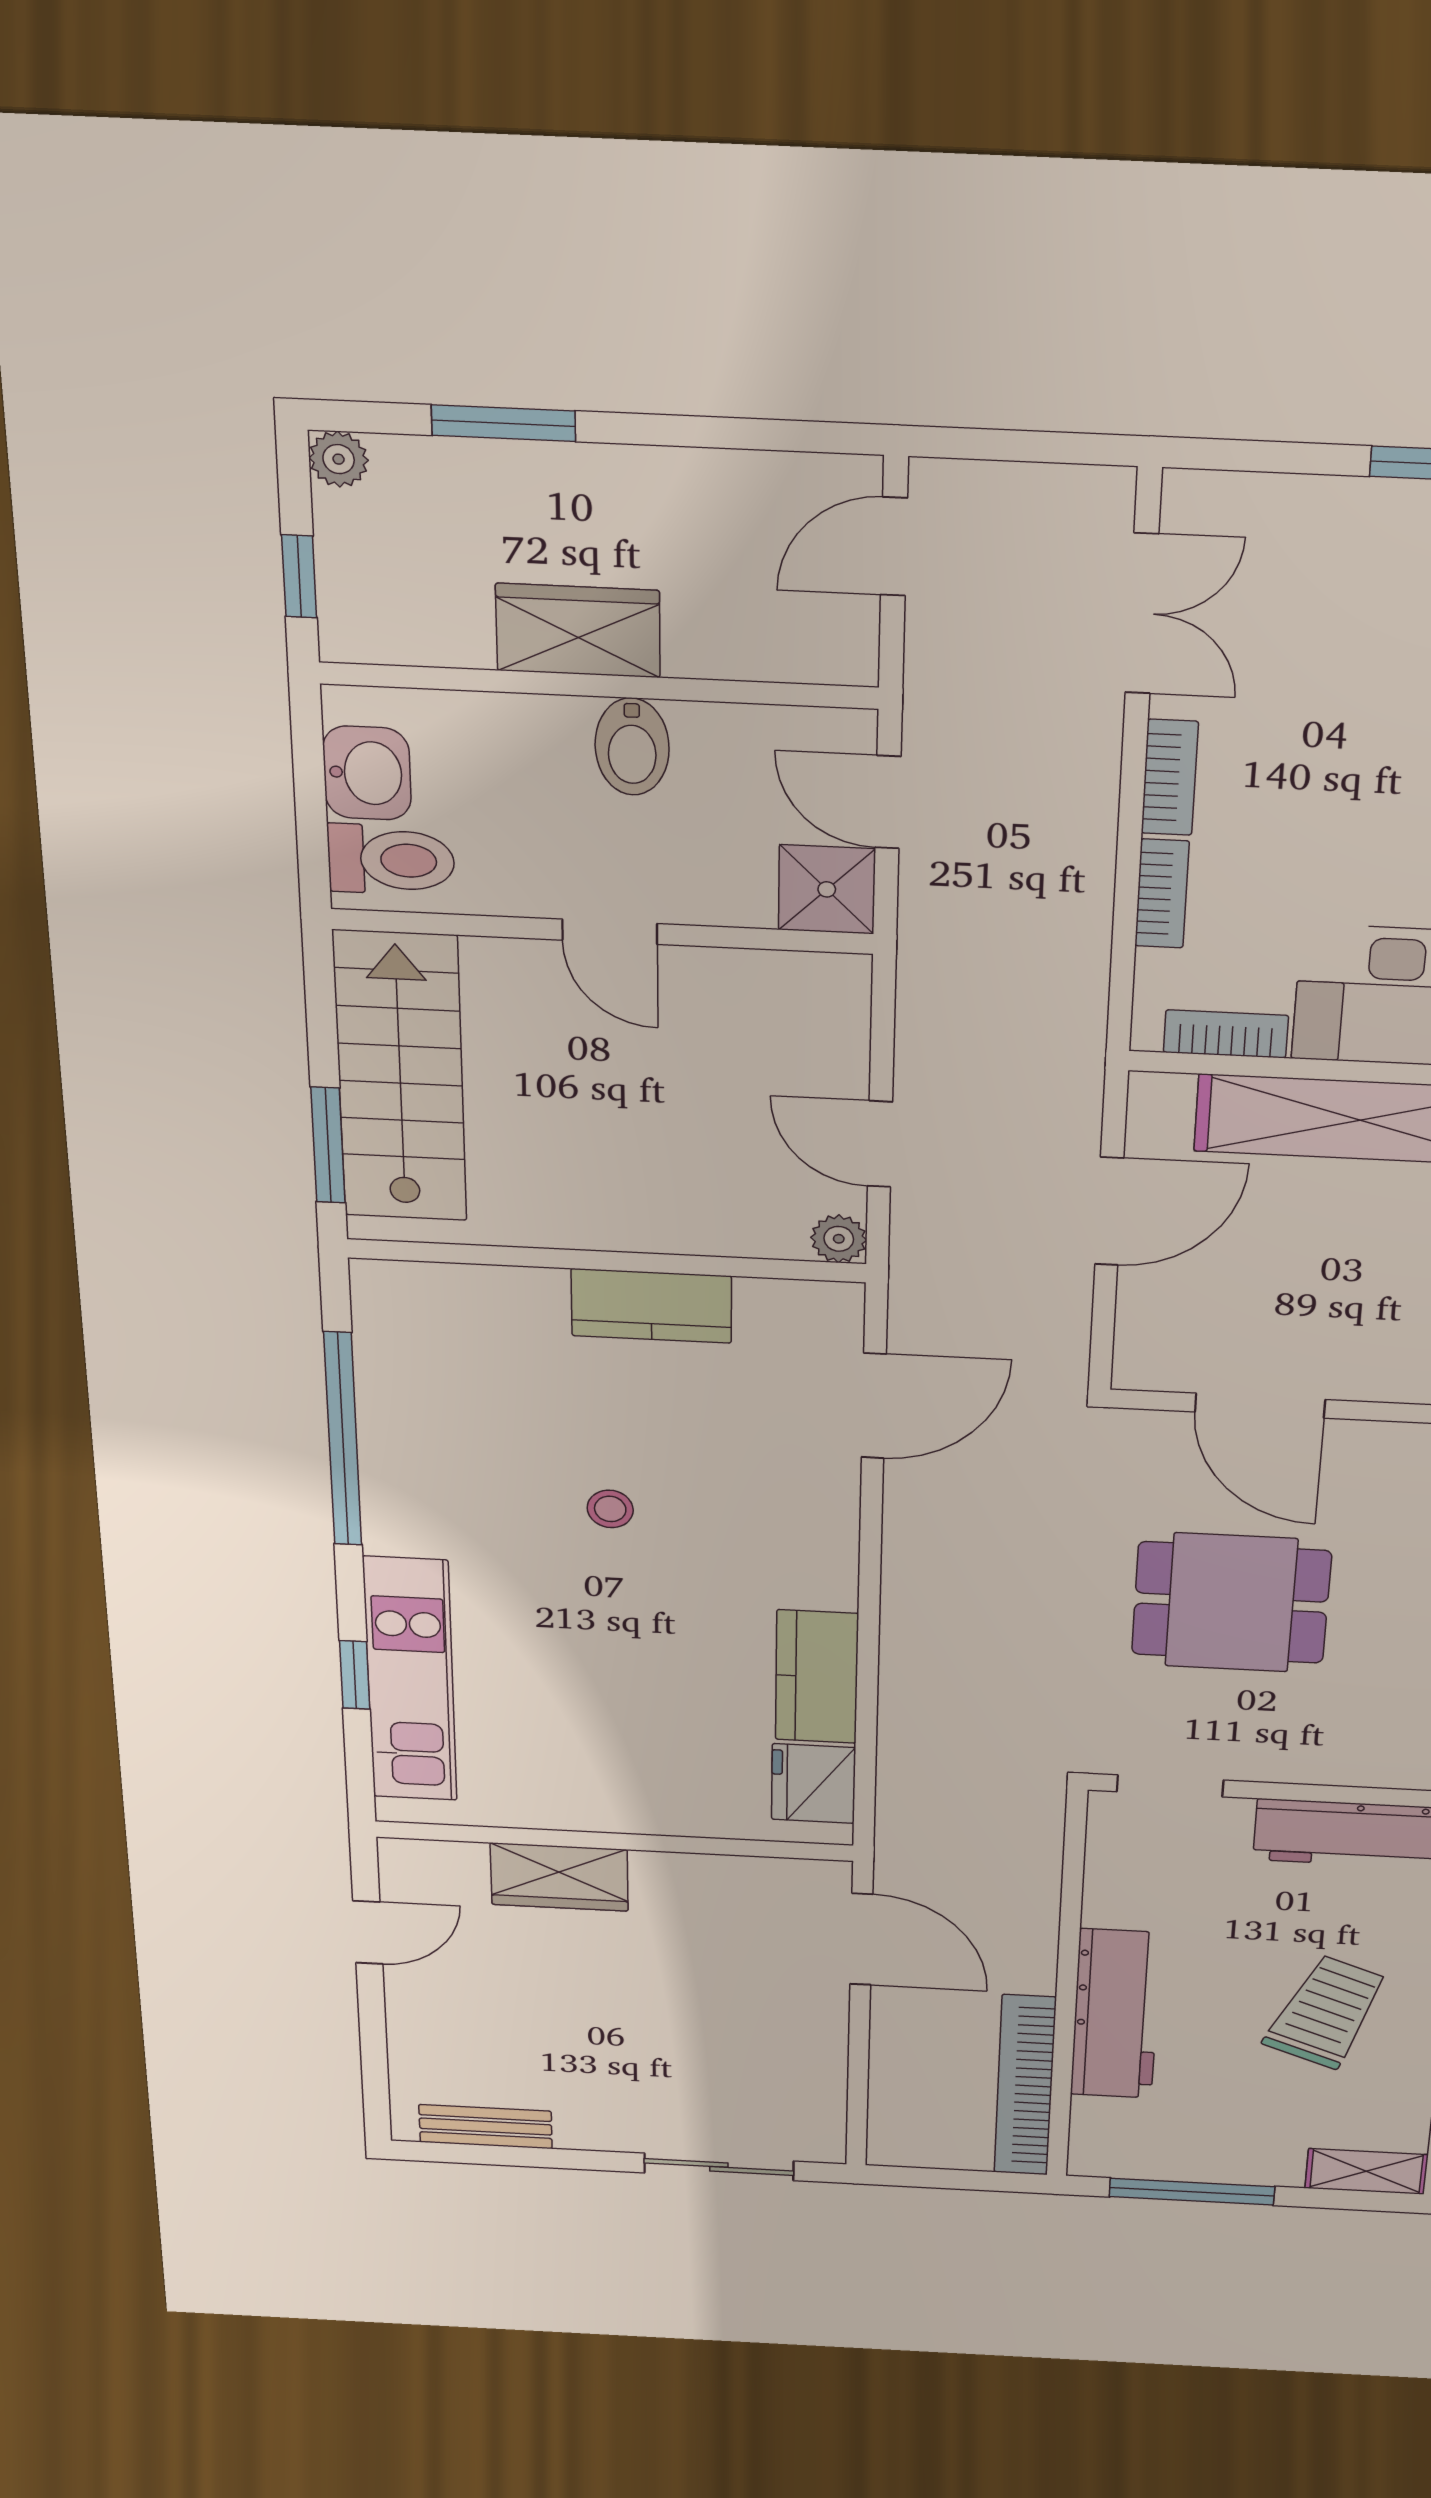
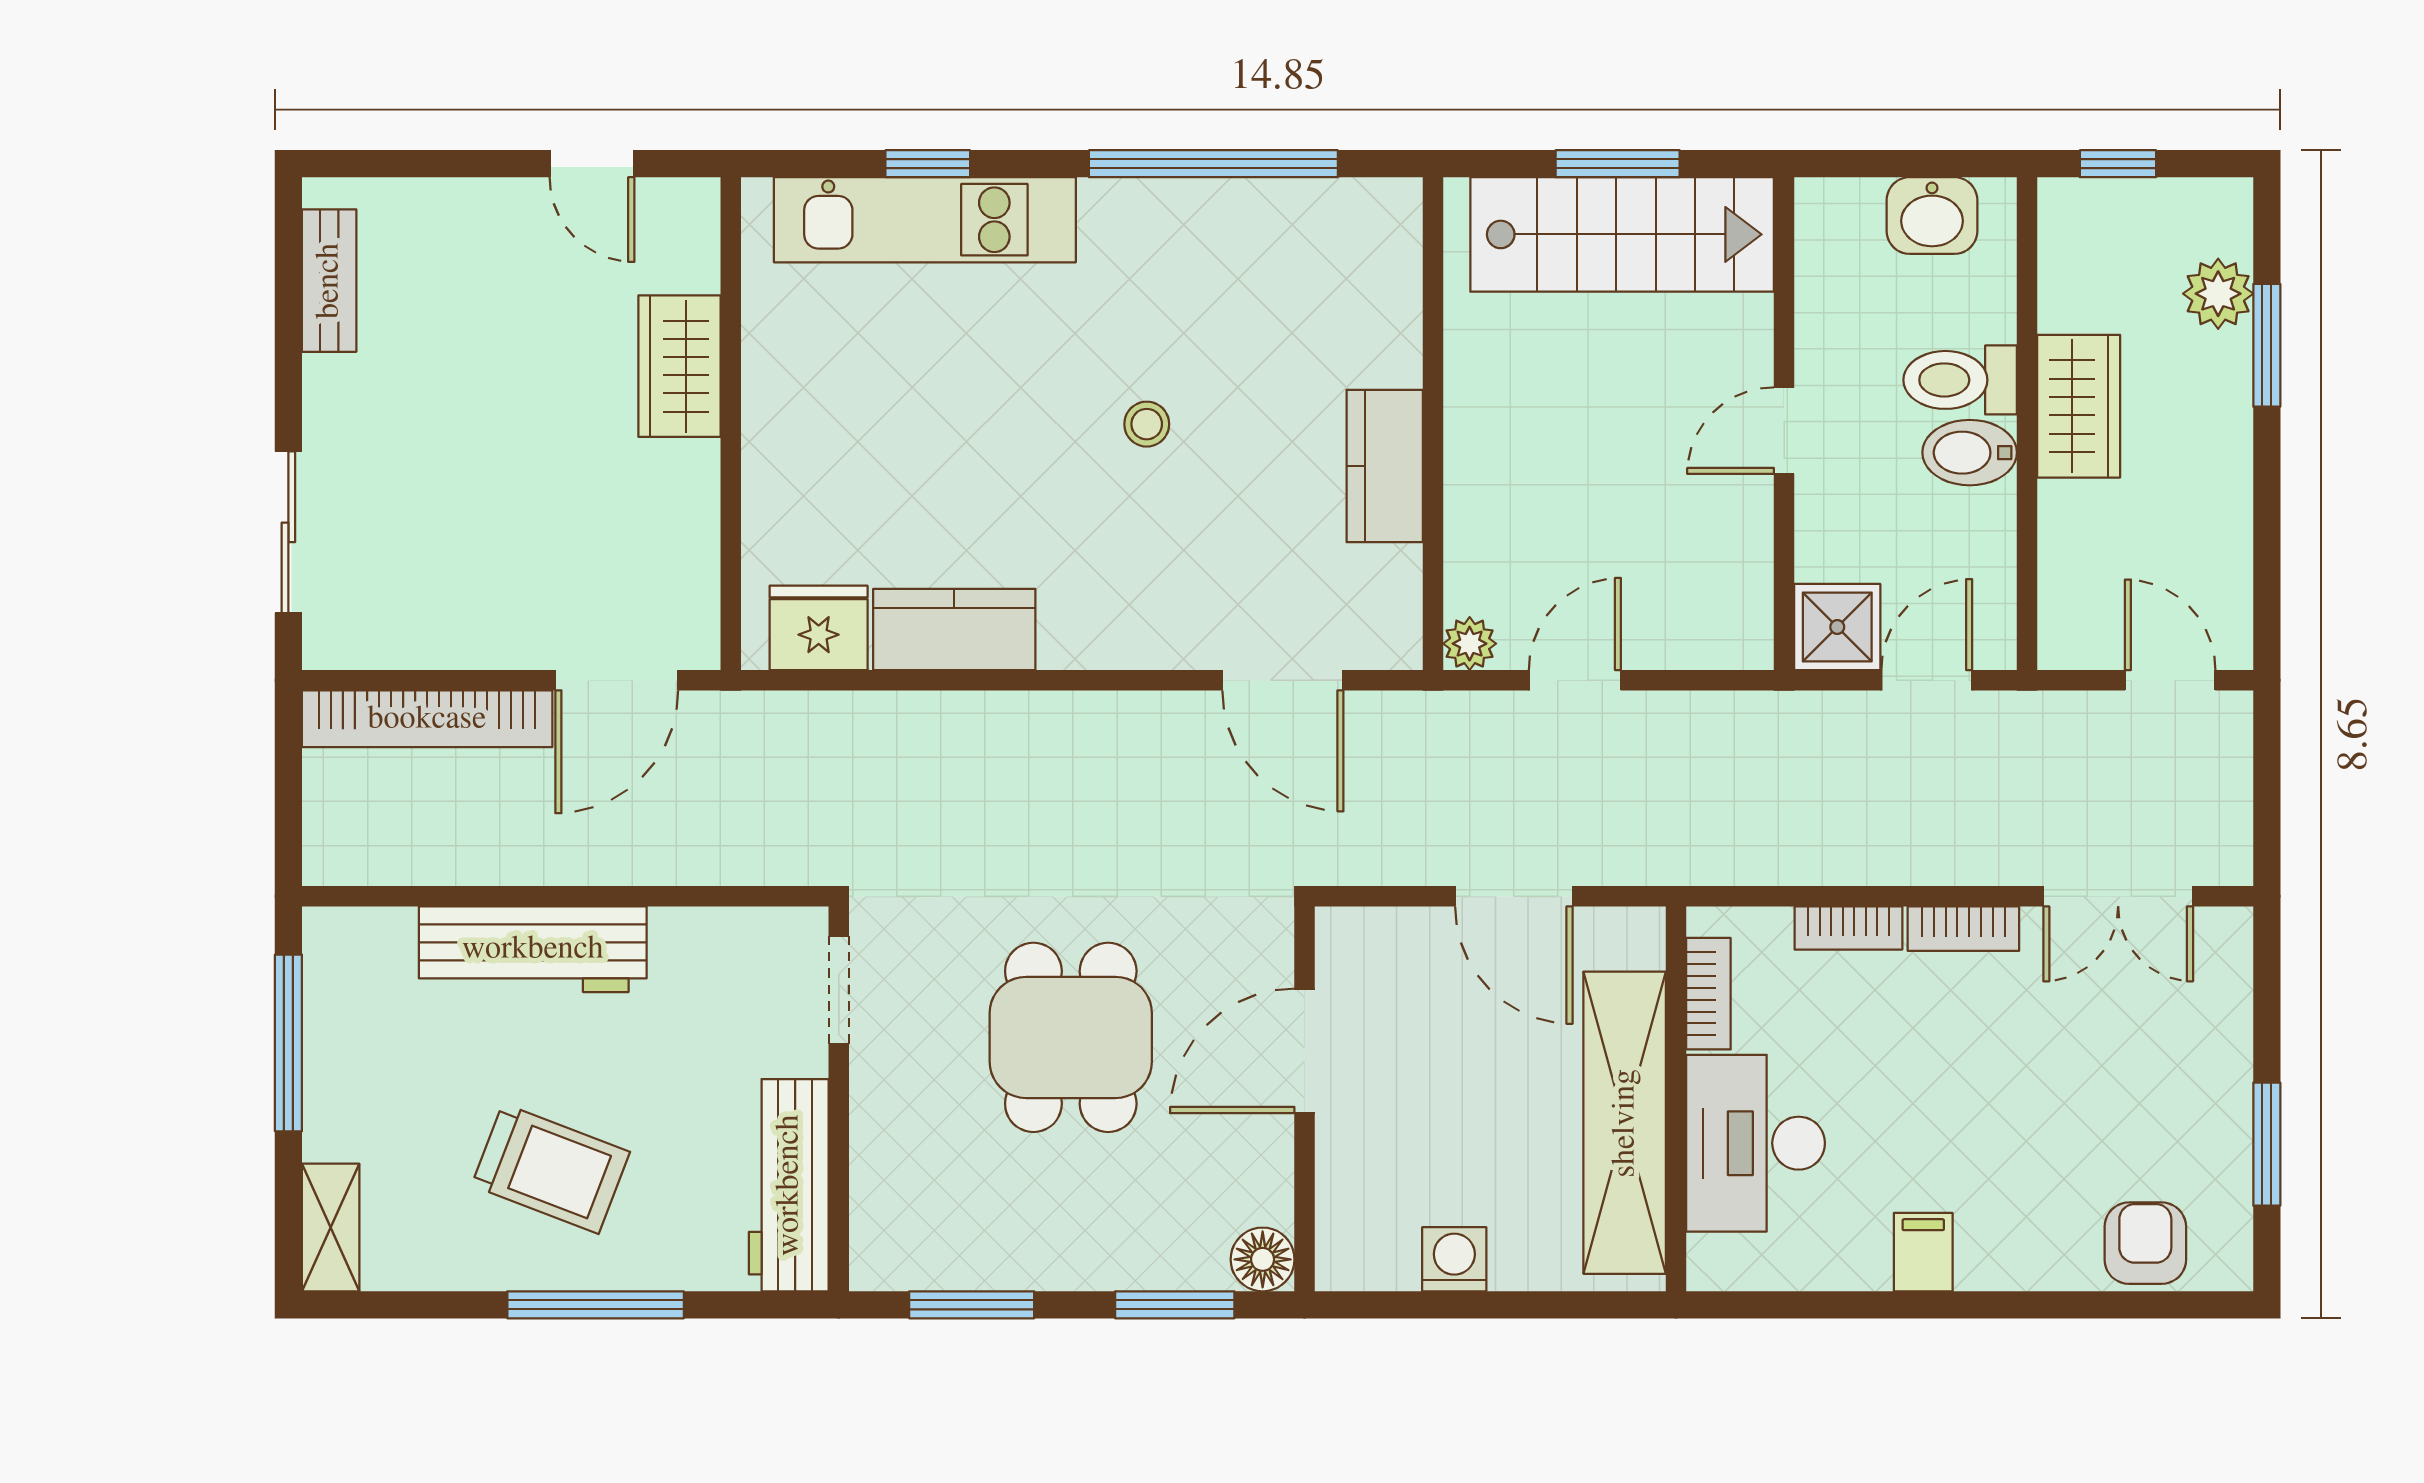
plant: (339, 459) -> (2218, 294), moved, width x1.38, depth x1.38
toilet: (391, 860) -> (1960, 380), moved, turned 90
window: (328, 1145) -> (1618, 164), moved
bookcase: (1025, 2086) -> (427, 719), moved, turned 180

